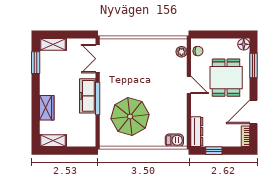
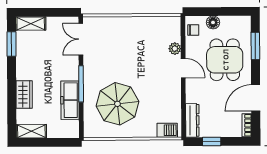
floor lamp: (244, 44) -> (213, 22), moved
plant: (182, 52) -> (175, 49), moved
freezer: (88, 96) -> (70, 100), moved

